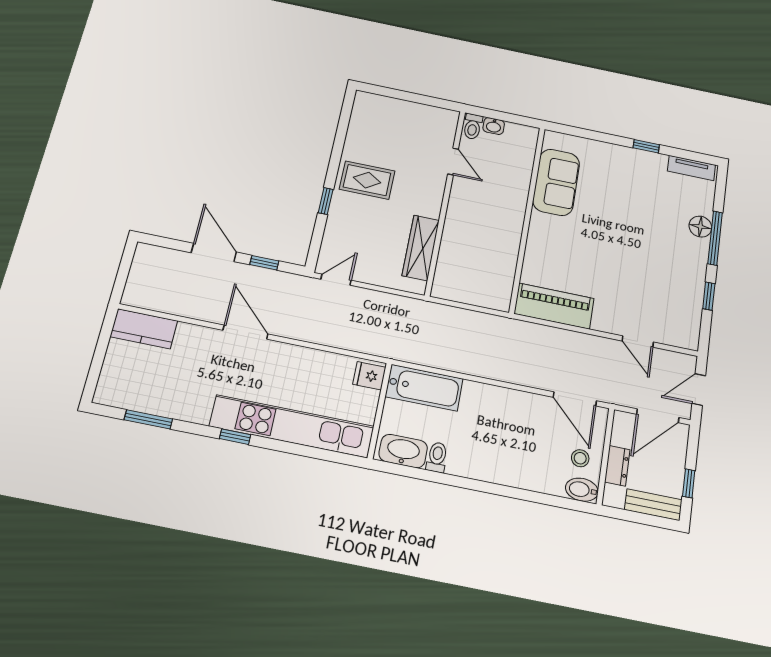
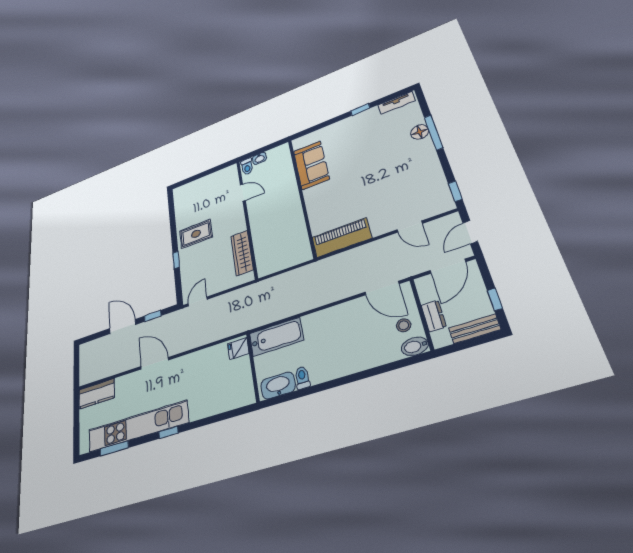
window: (709, 296) -> (455, 191), moved
kitchen unit: (292, 426) -> (138, 426), moved

